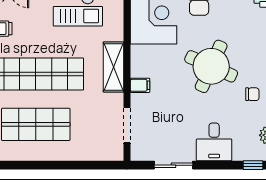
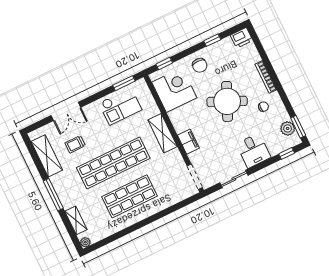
filing cabinet: (140, 85) -> (188, 142), width x2.00
doorway: (127, 125) -> (195, 177), moved

